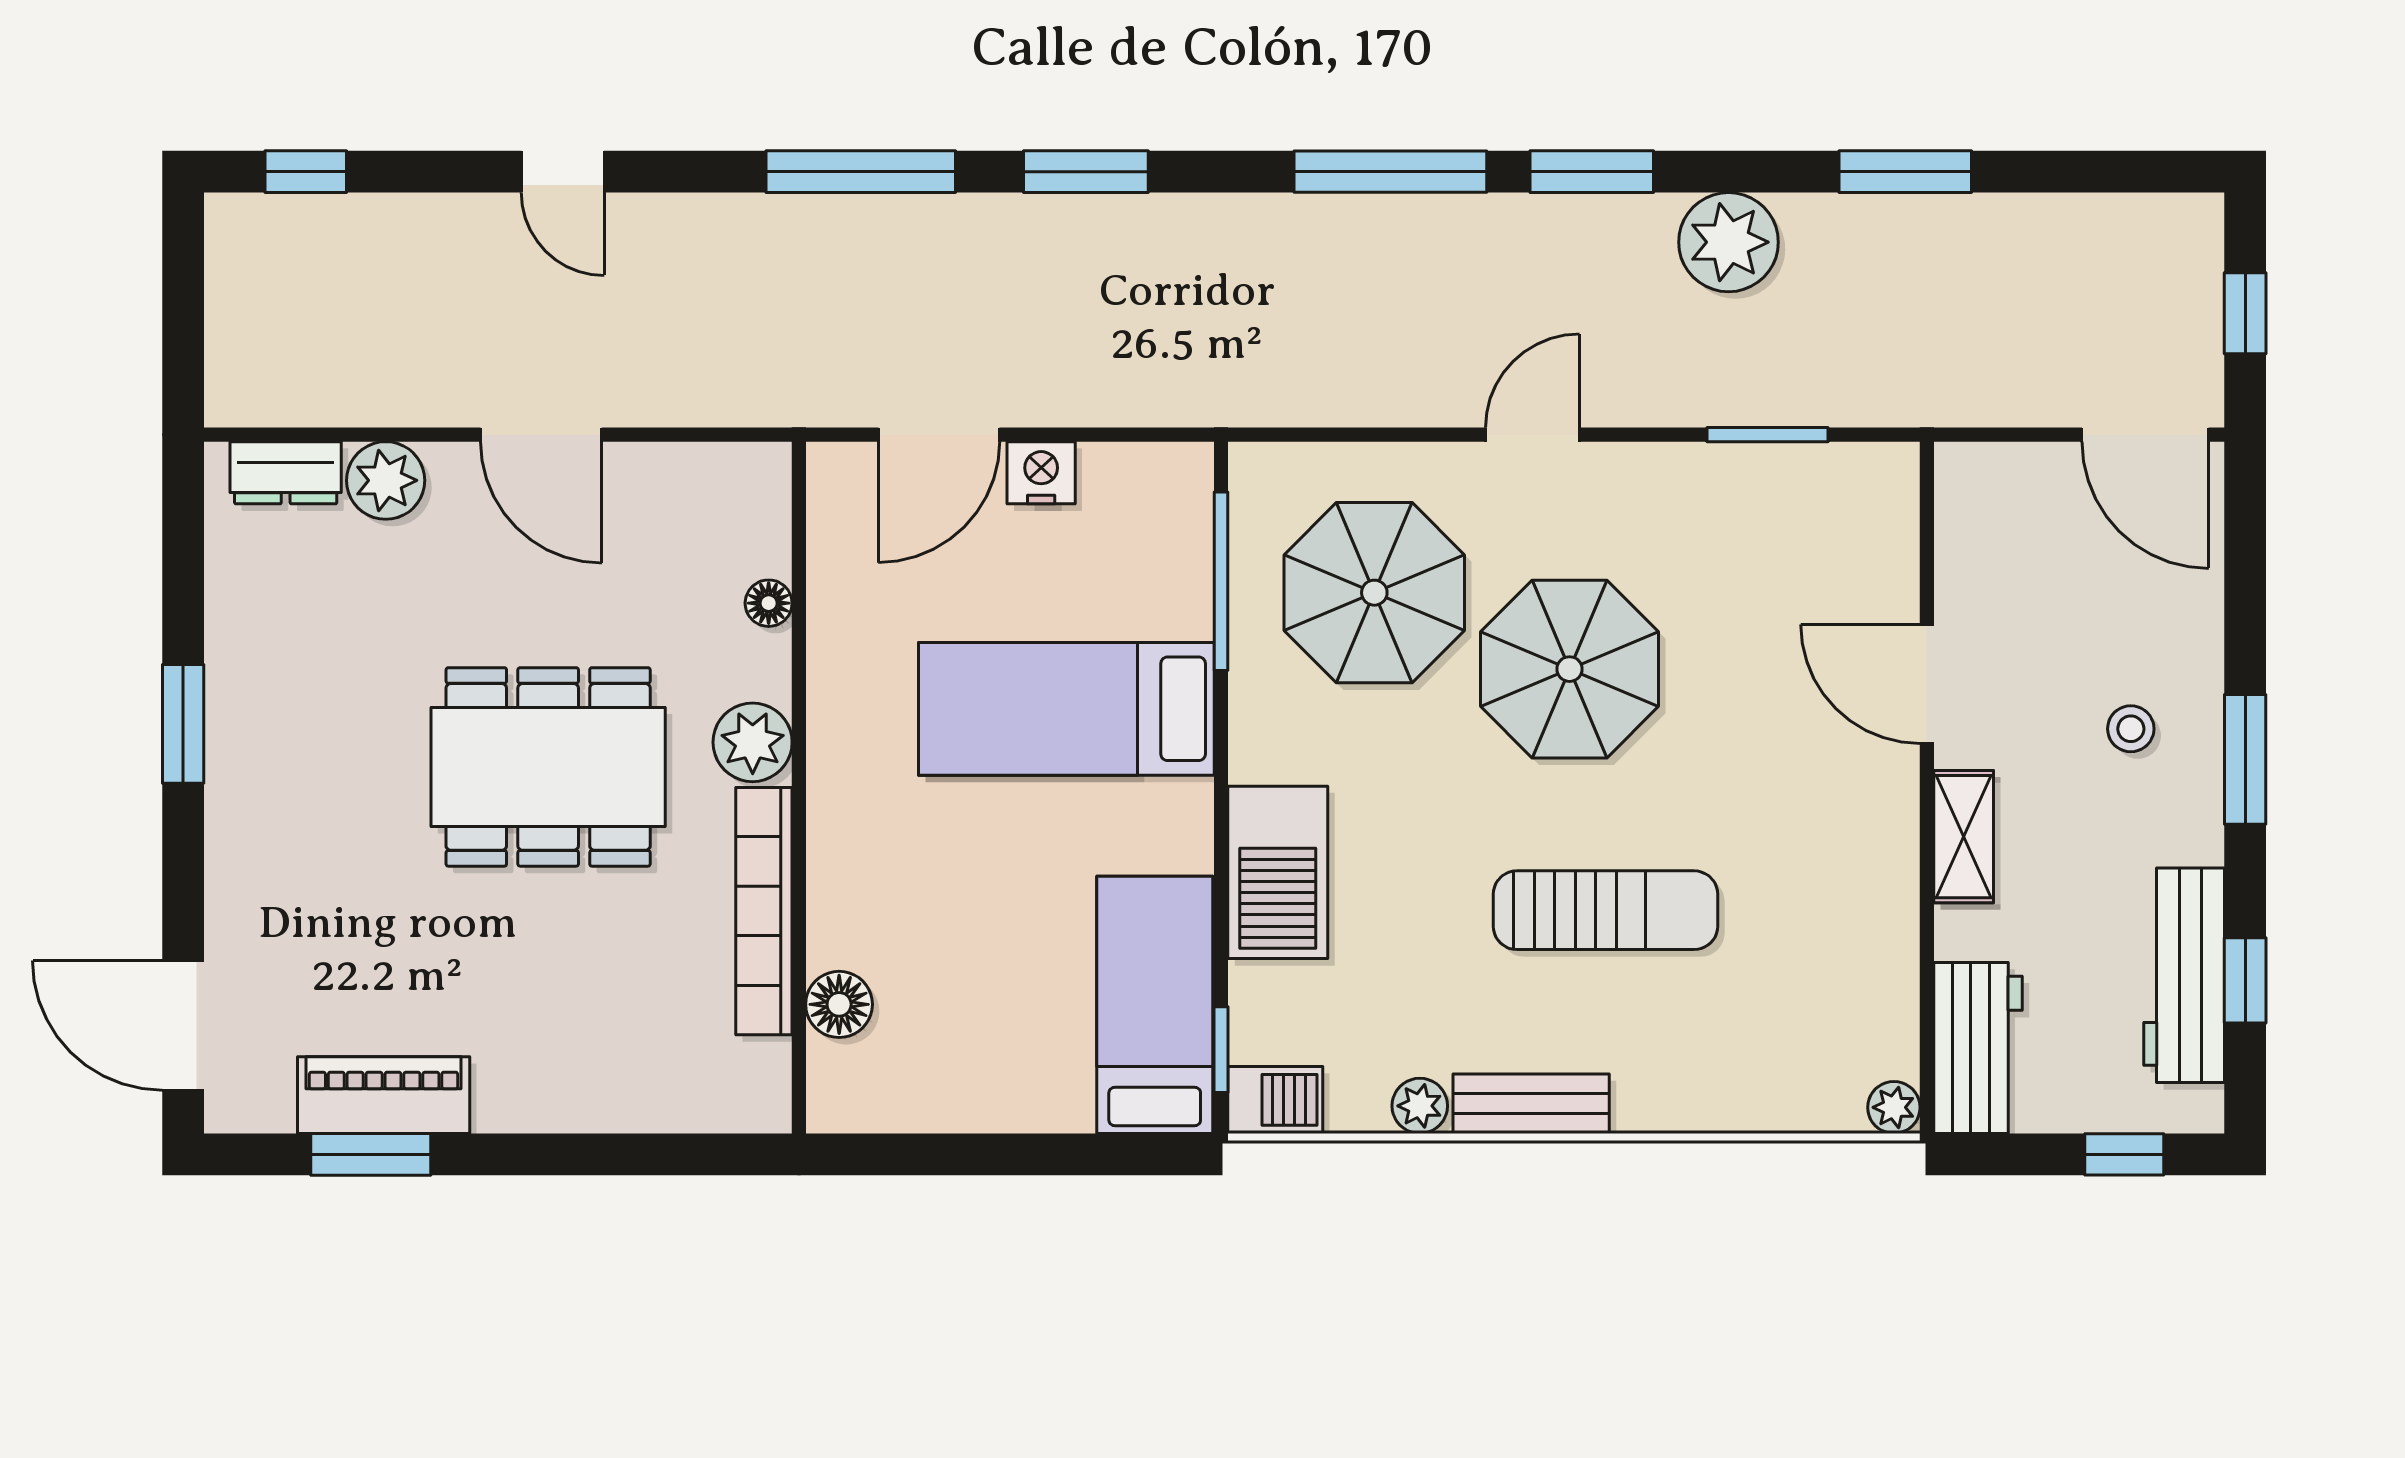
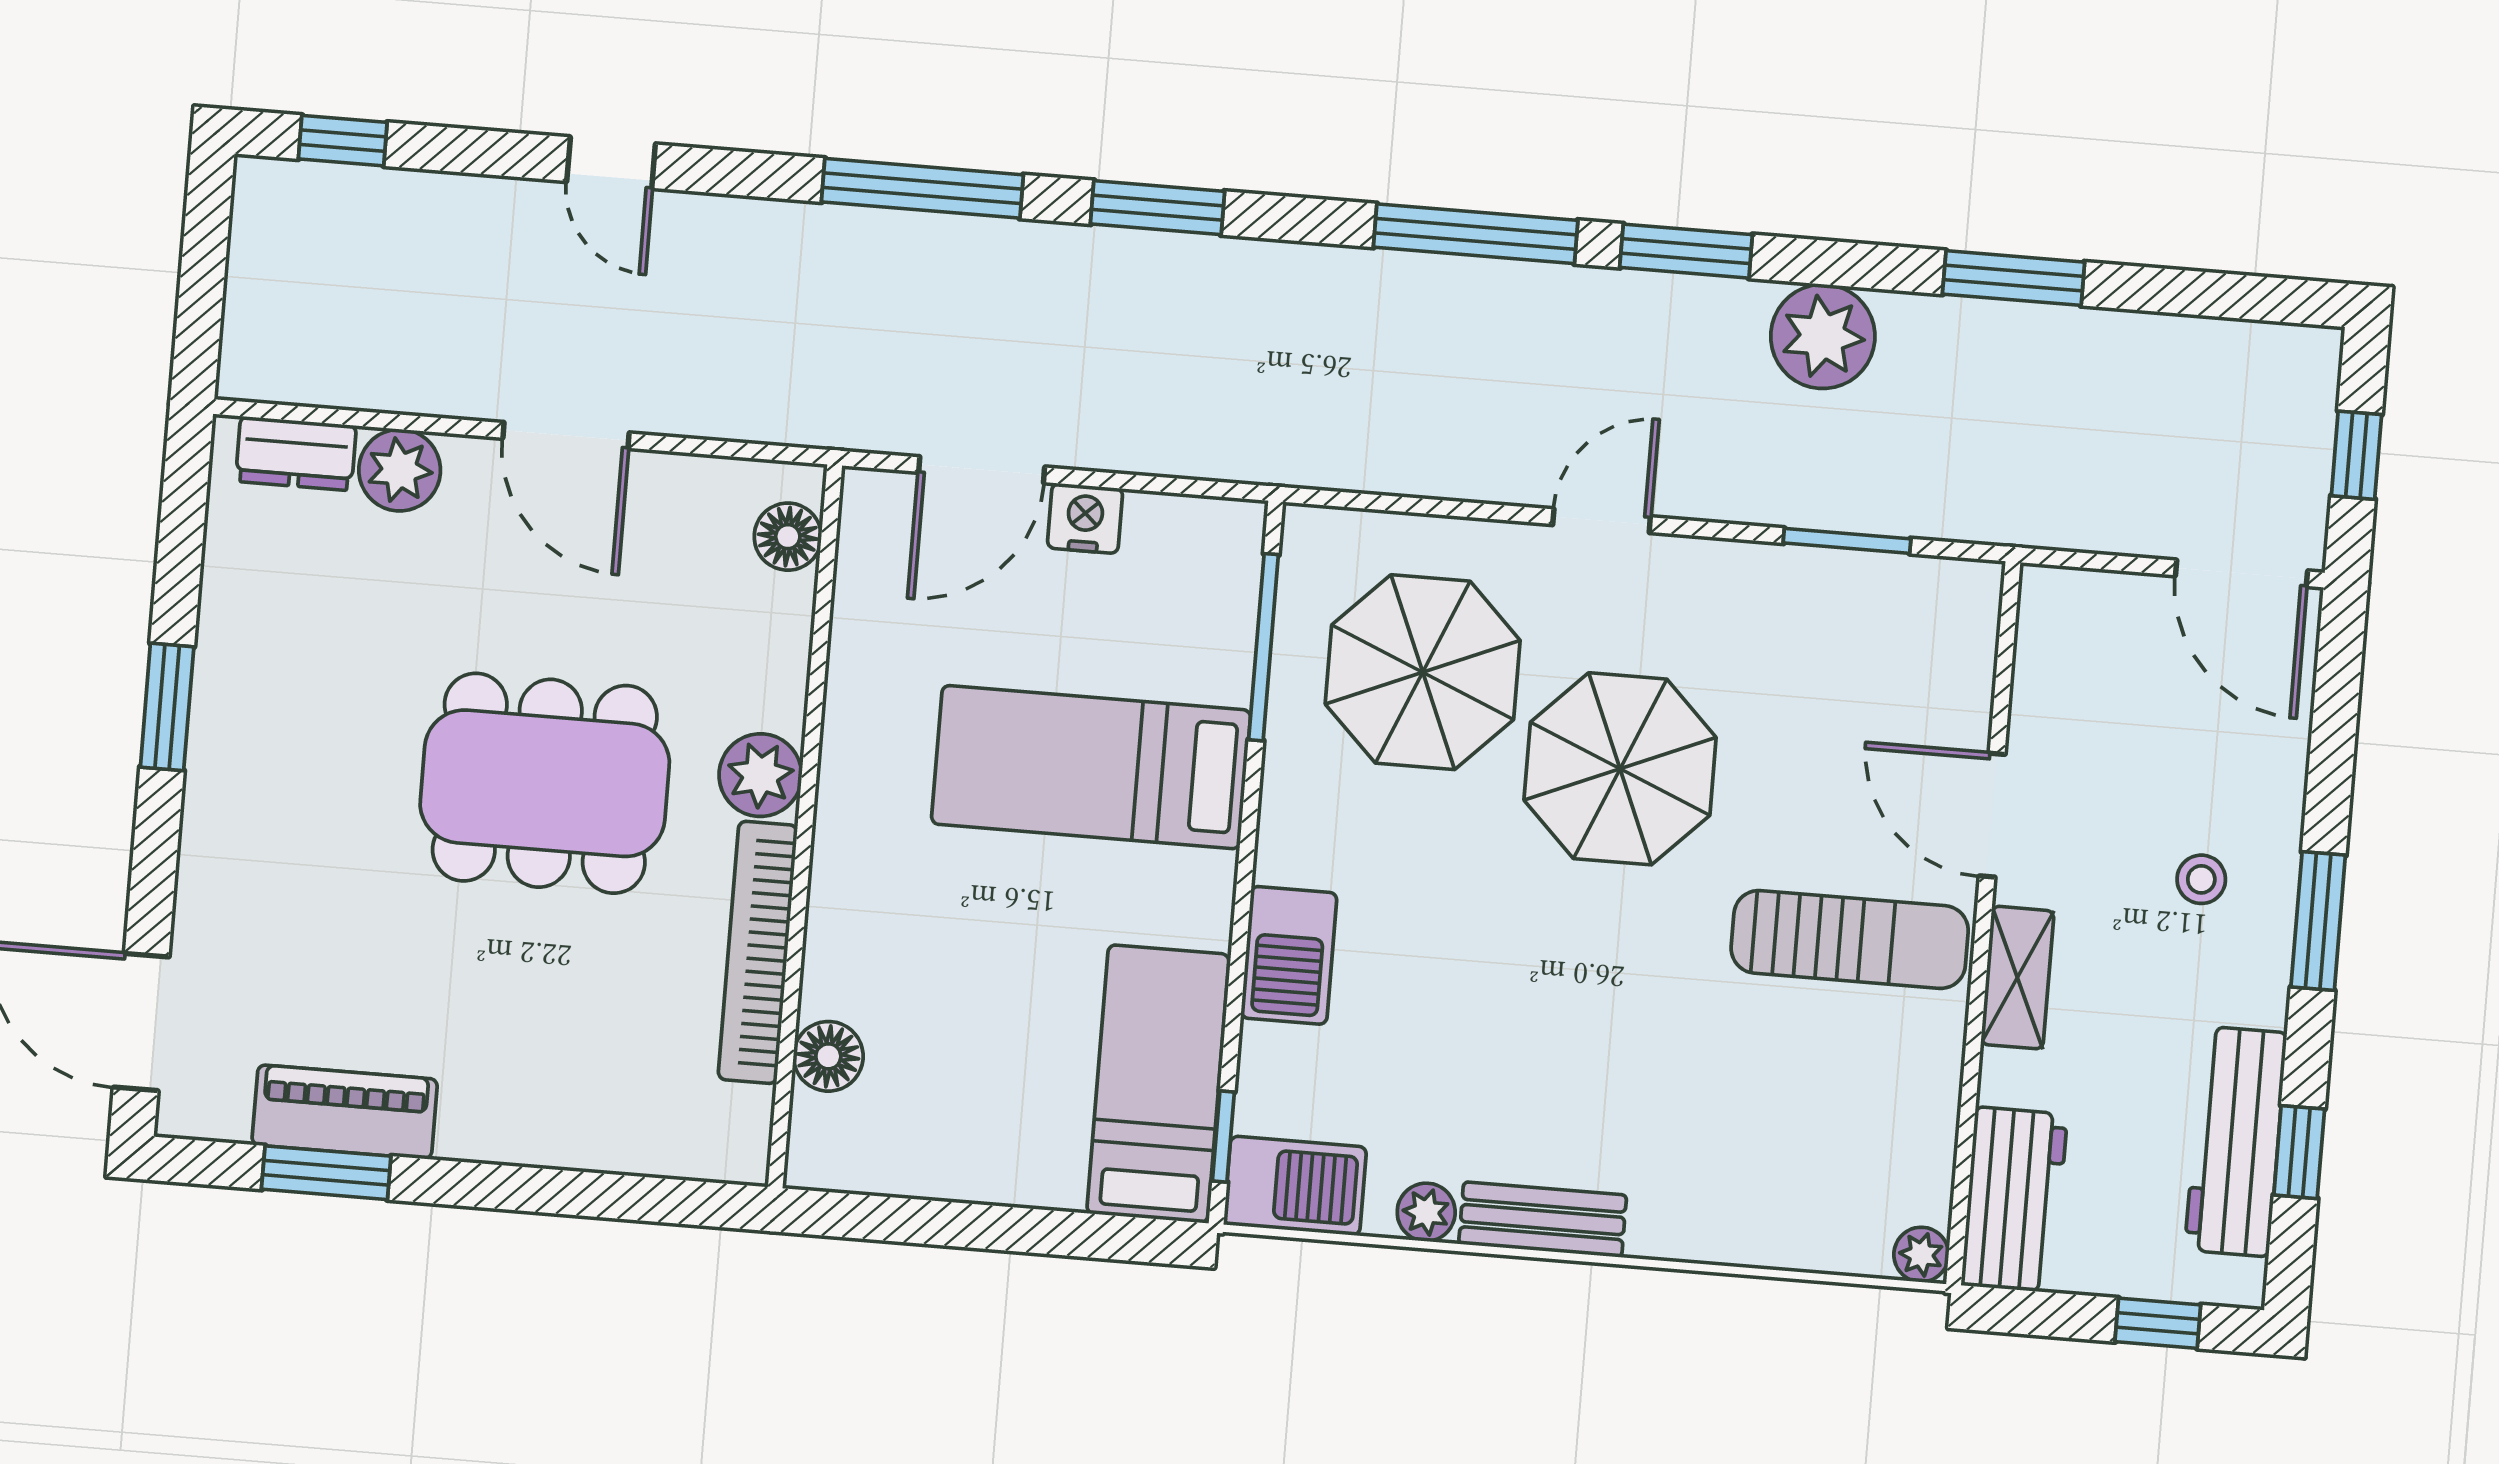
floor lamp: (769, 603) -> (788, 537), moved, width x1.37, depth x1.37
barbecue: (1278, 872) -> (1289, 955), width x0.73, depth x0.83
sun lounger: (1605, 910) -> (1850, 939), moved
barbecue: (1275, 1100) -> (1295, 1186), width x1.38, depth x1.27

